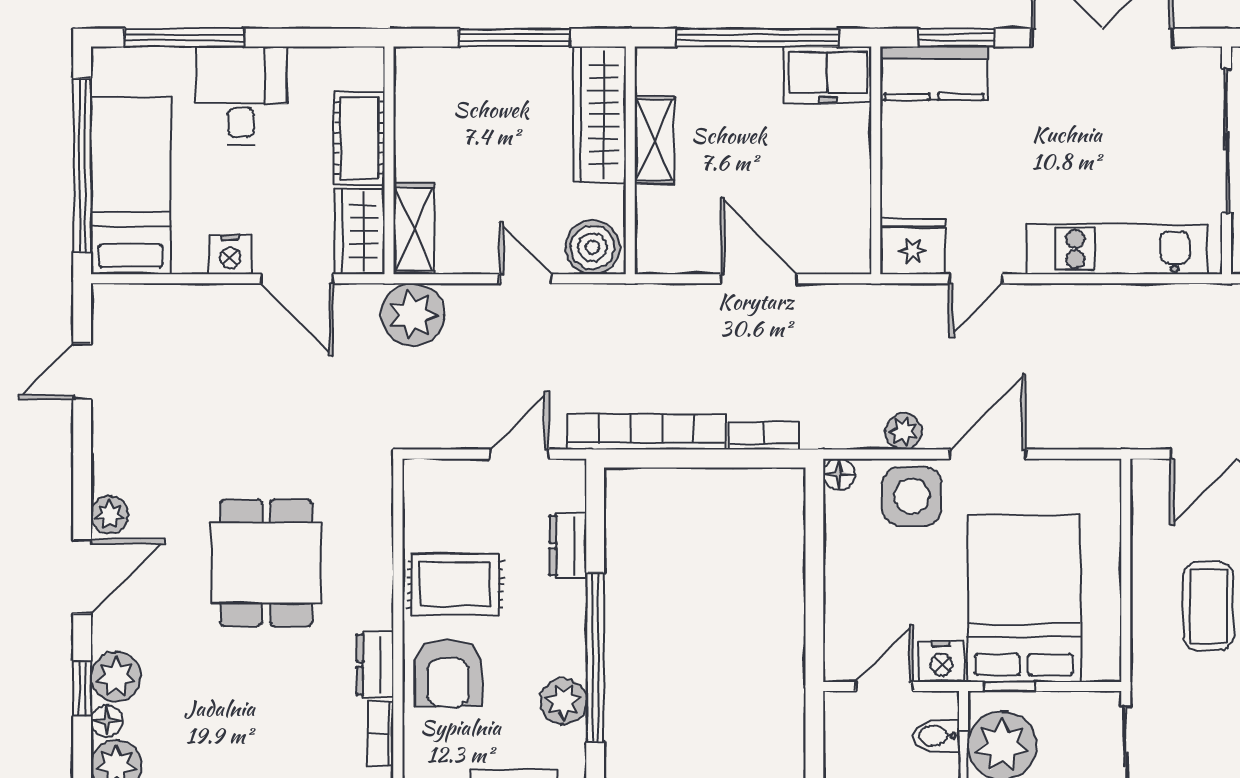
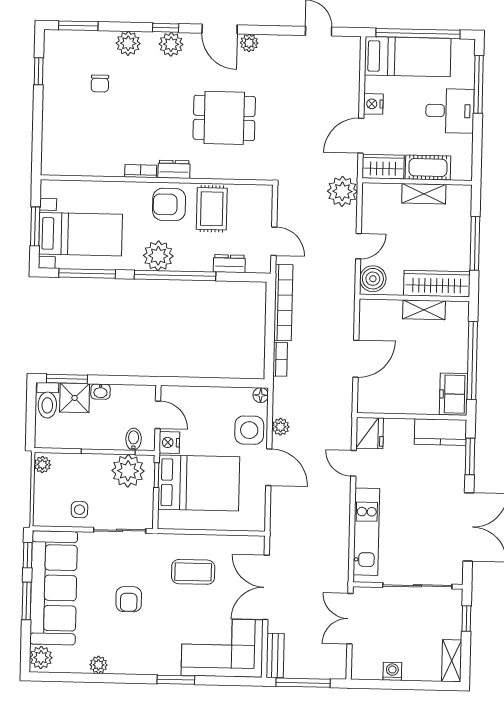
kitchen counter: (934, 73) -> (440, 432), moved, turned -90
shelving: (414, 229) -> (424, 194), moved
plant: (563, 701) -> (158, 256), width x1.36, depth x1.36
floor lamp: (107, 721) -> (150, 39), removed

